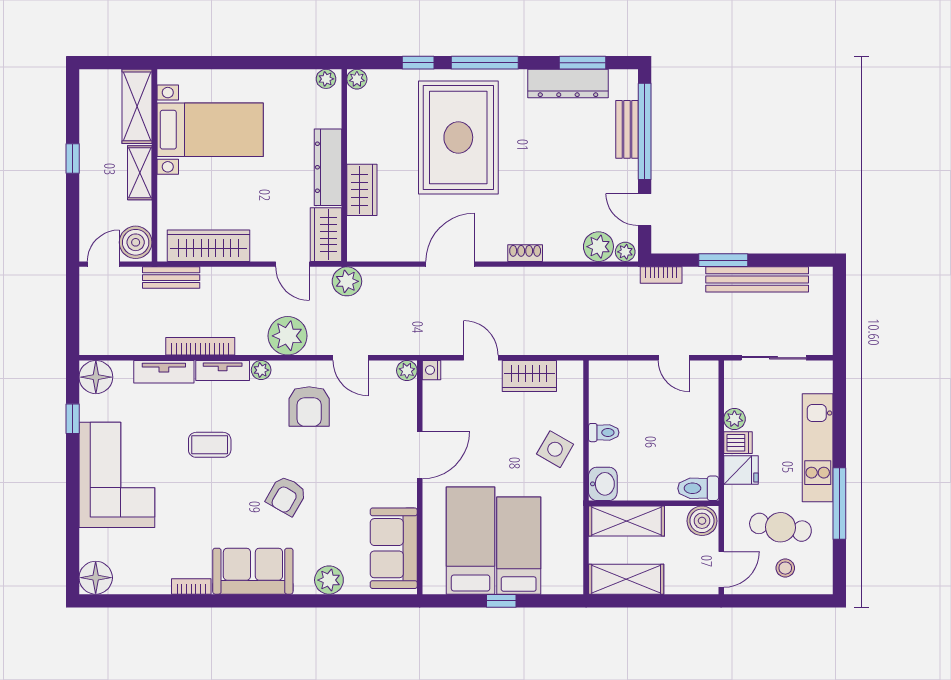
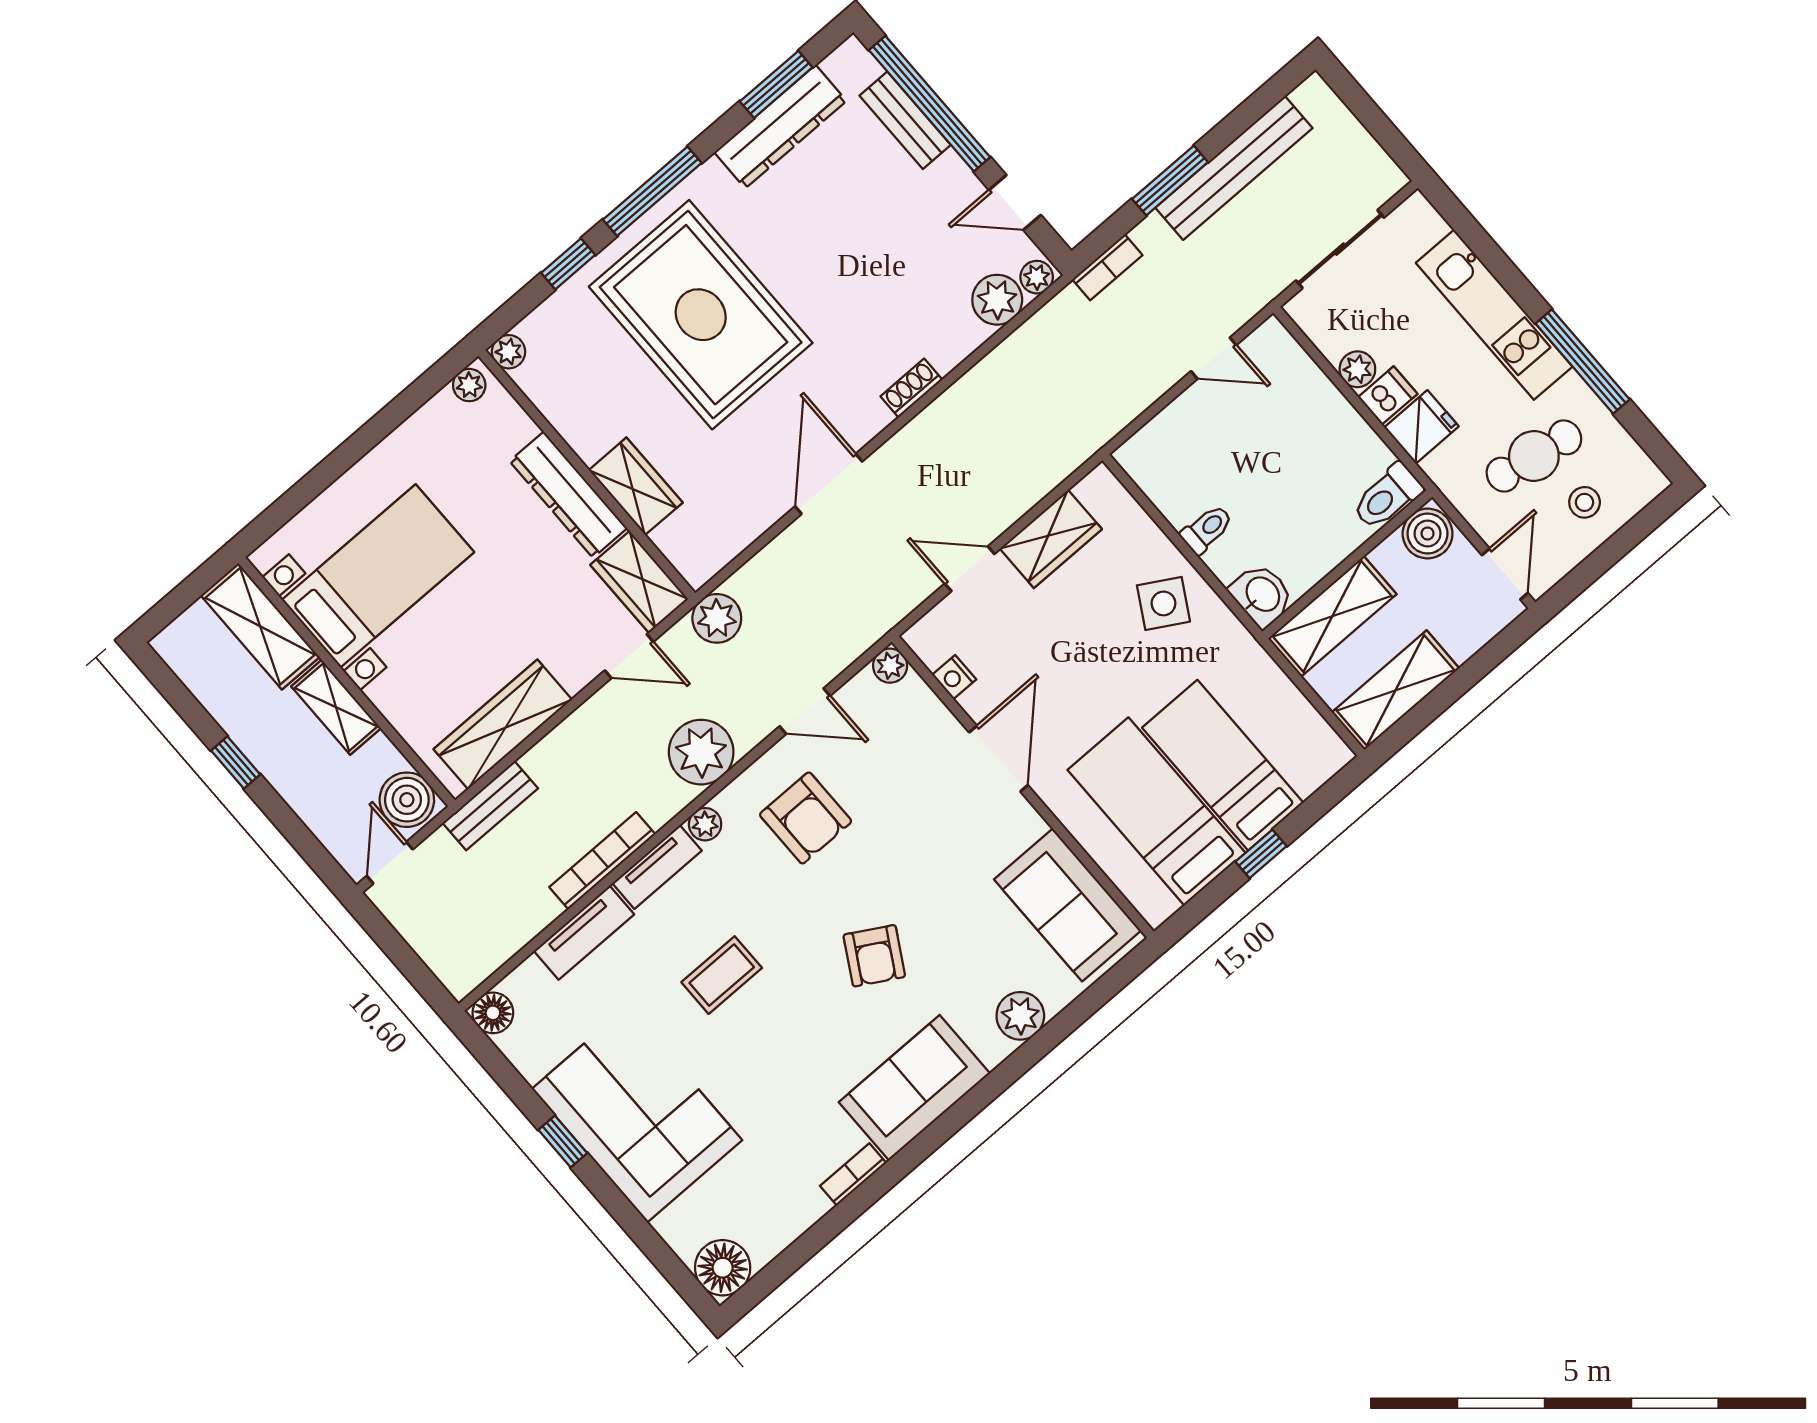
nightstand: (431, 370) -> (954, 677), moved
floor lamp: (96, 377) -> (493, 1013), width x0.73, depth x0.73
window: (73, 419) -> (563, 1141), moved

